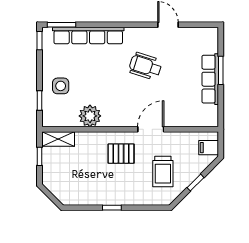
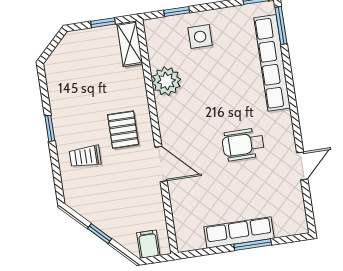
wheelchair: (145, 66) -> (243, 144), turned -108
trolley: (163, 171) -> (85, 157), moved, width x0.73, depth x0.72

